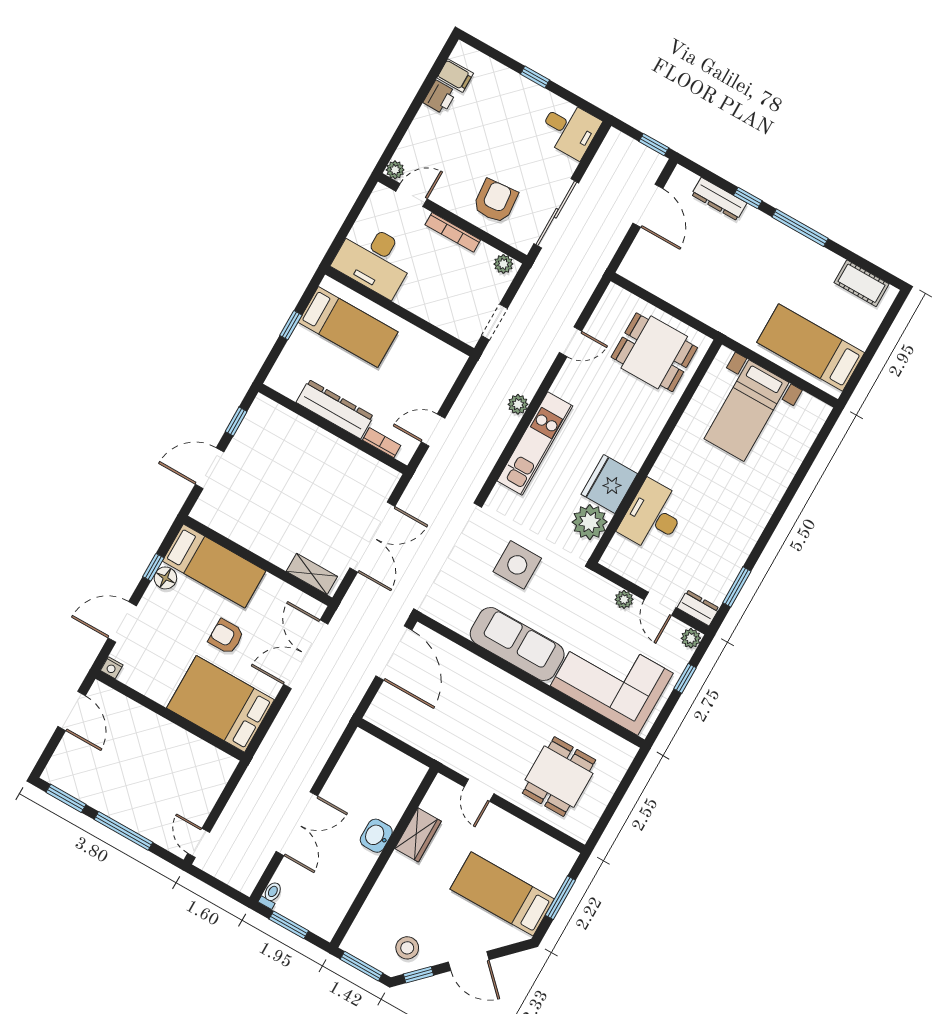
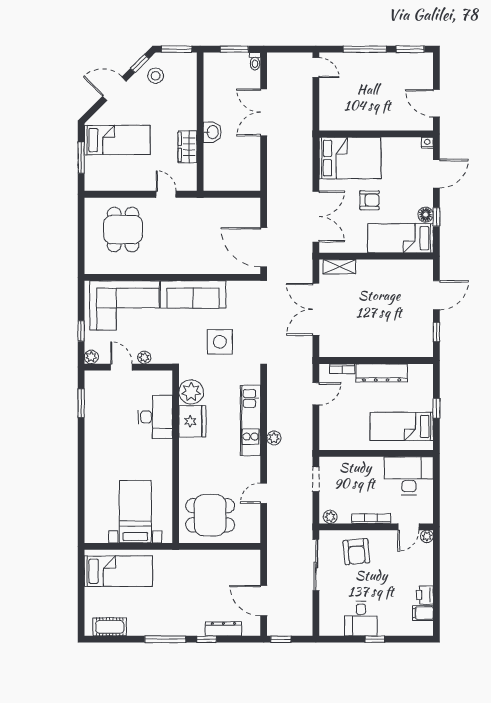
desk: (570, 129) -> (361, 619), moved, turned -90
dresser: (698, 608) -> (97, 377), removed

